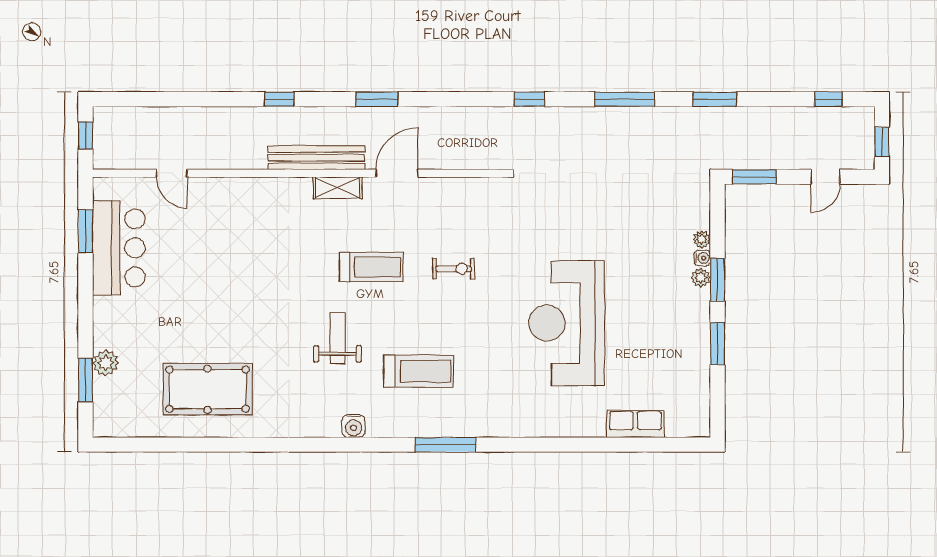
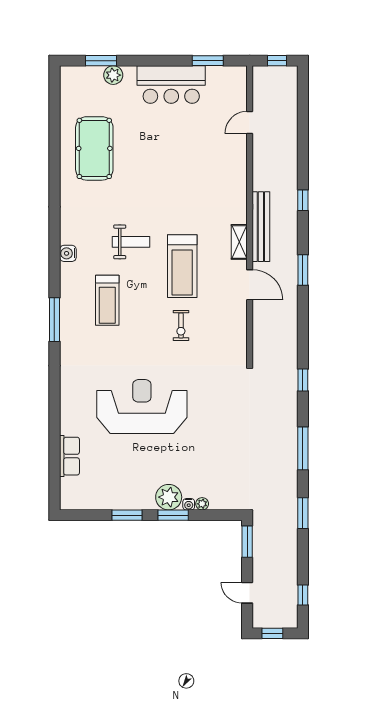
bar counter: (119, 248) -> (171, 85), moved
treadmill: (371, 267) -> (182, 266), width x1.37, depth x1.38
plant: (701, 277) -> (169, 497), width x1.88, depth x1.88

